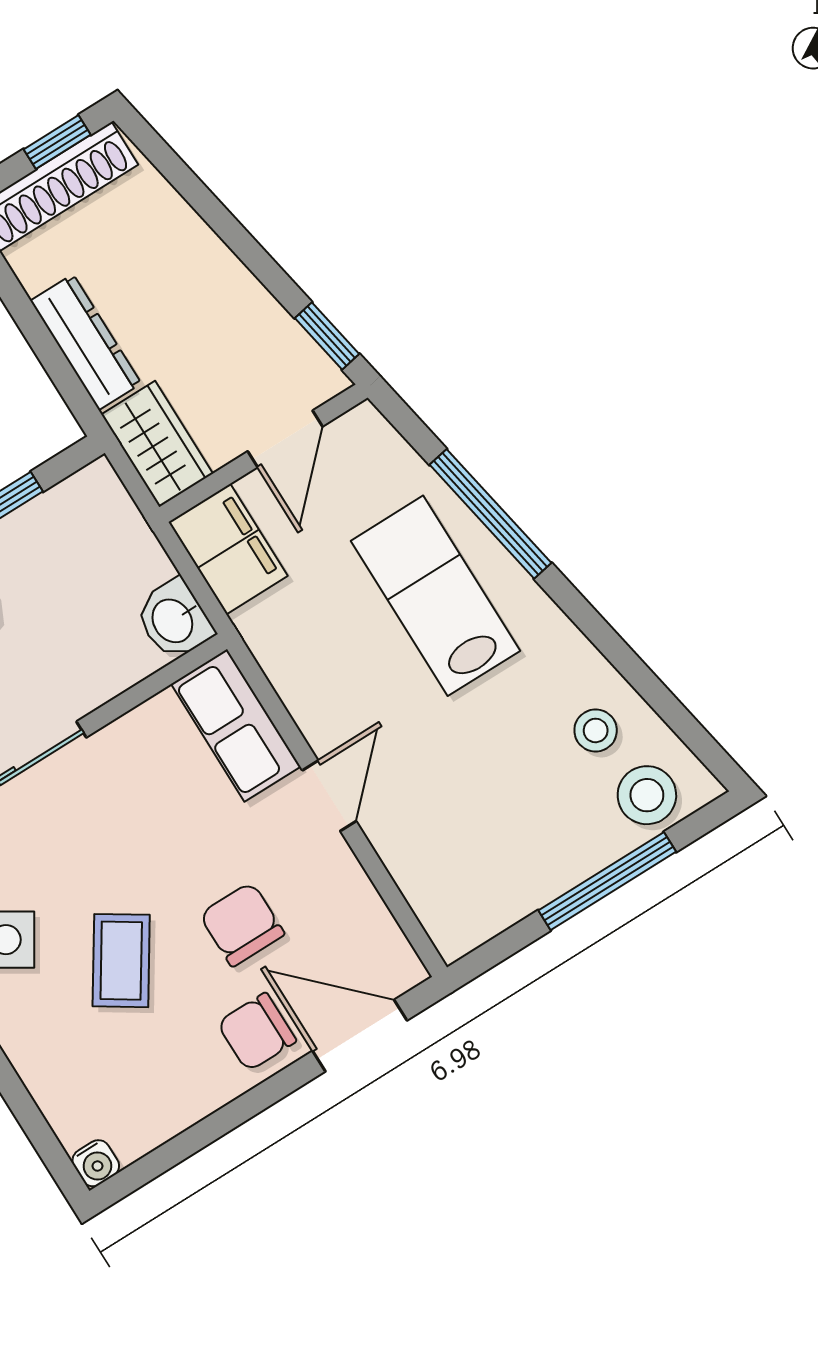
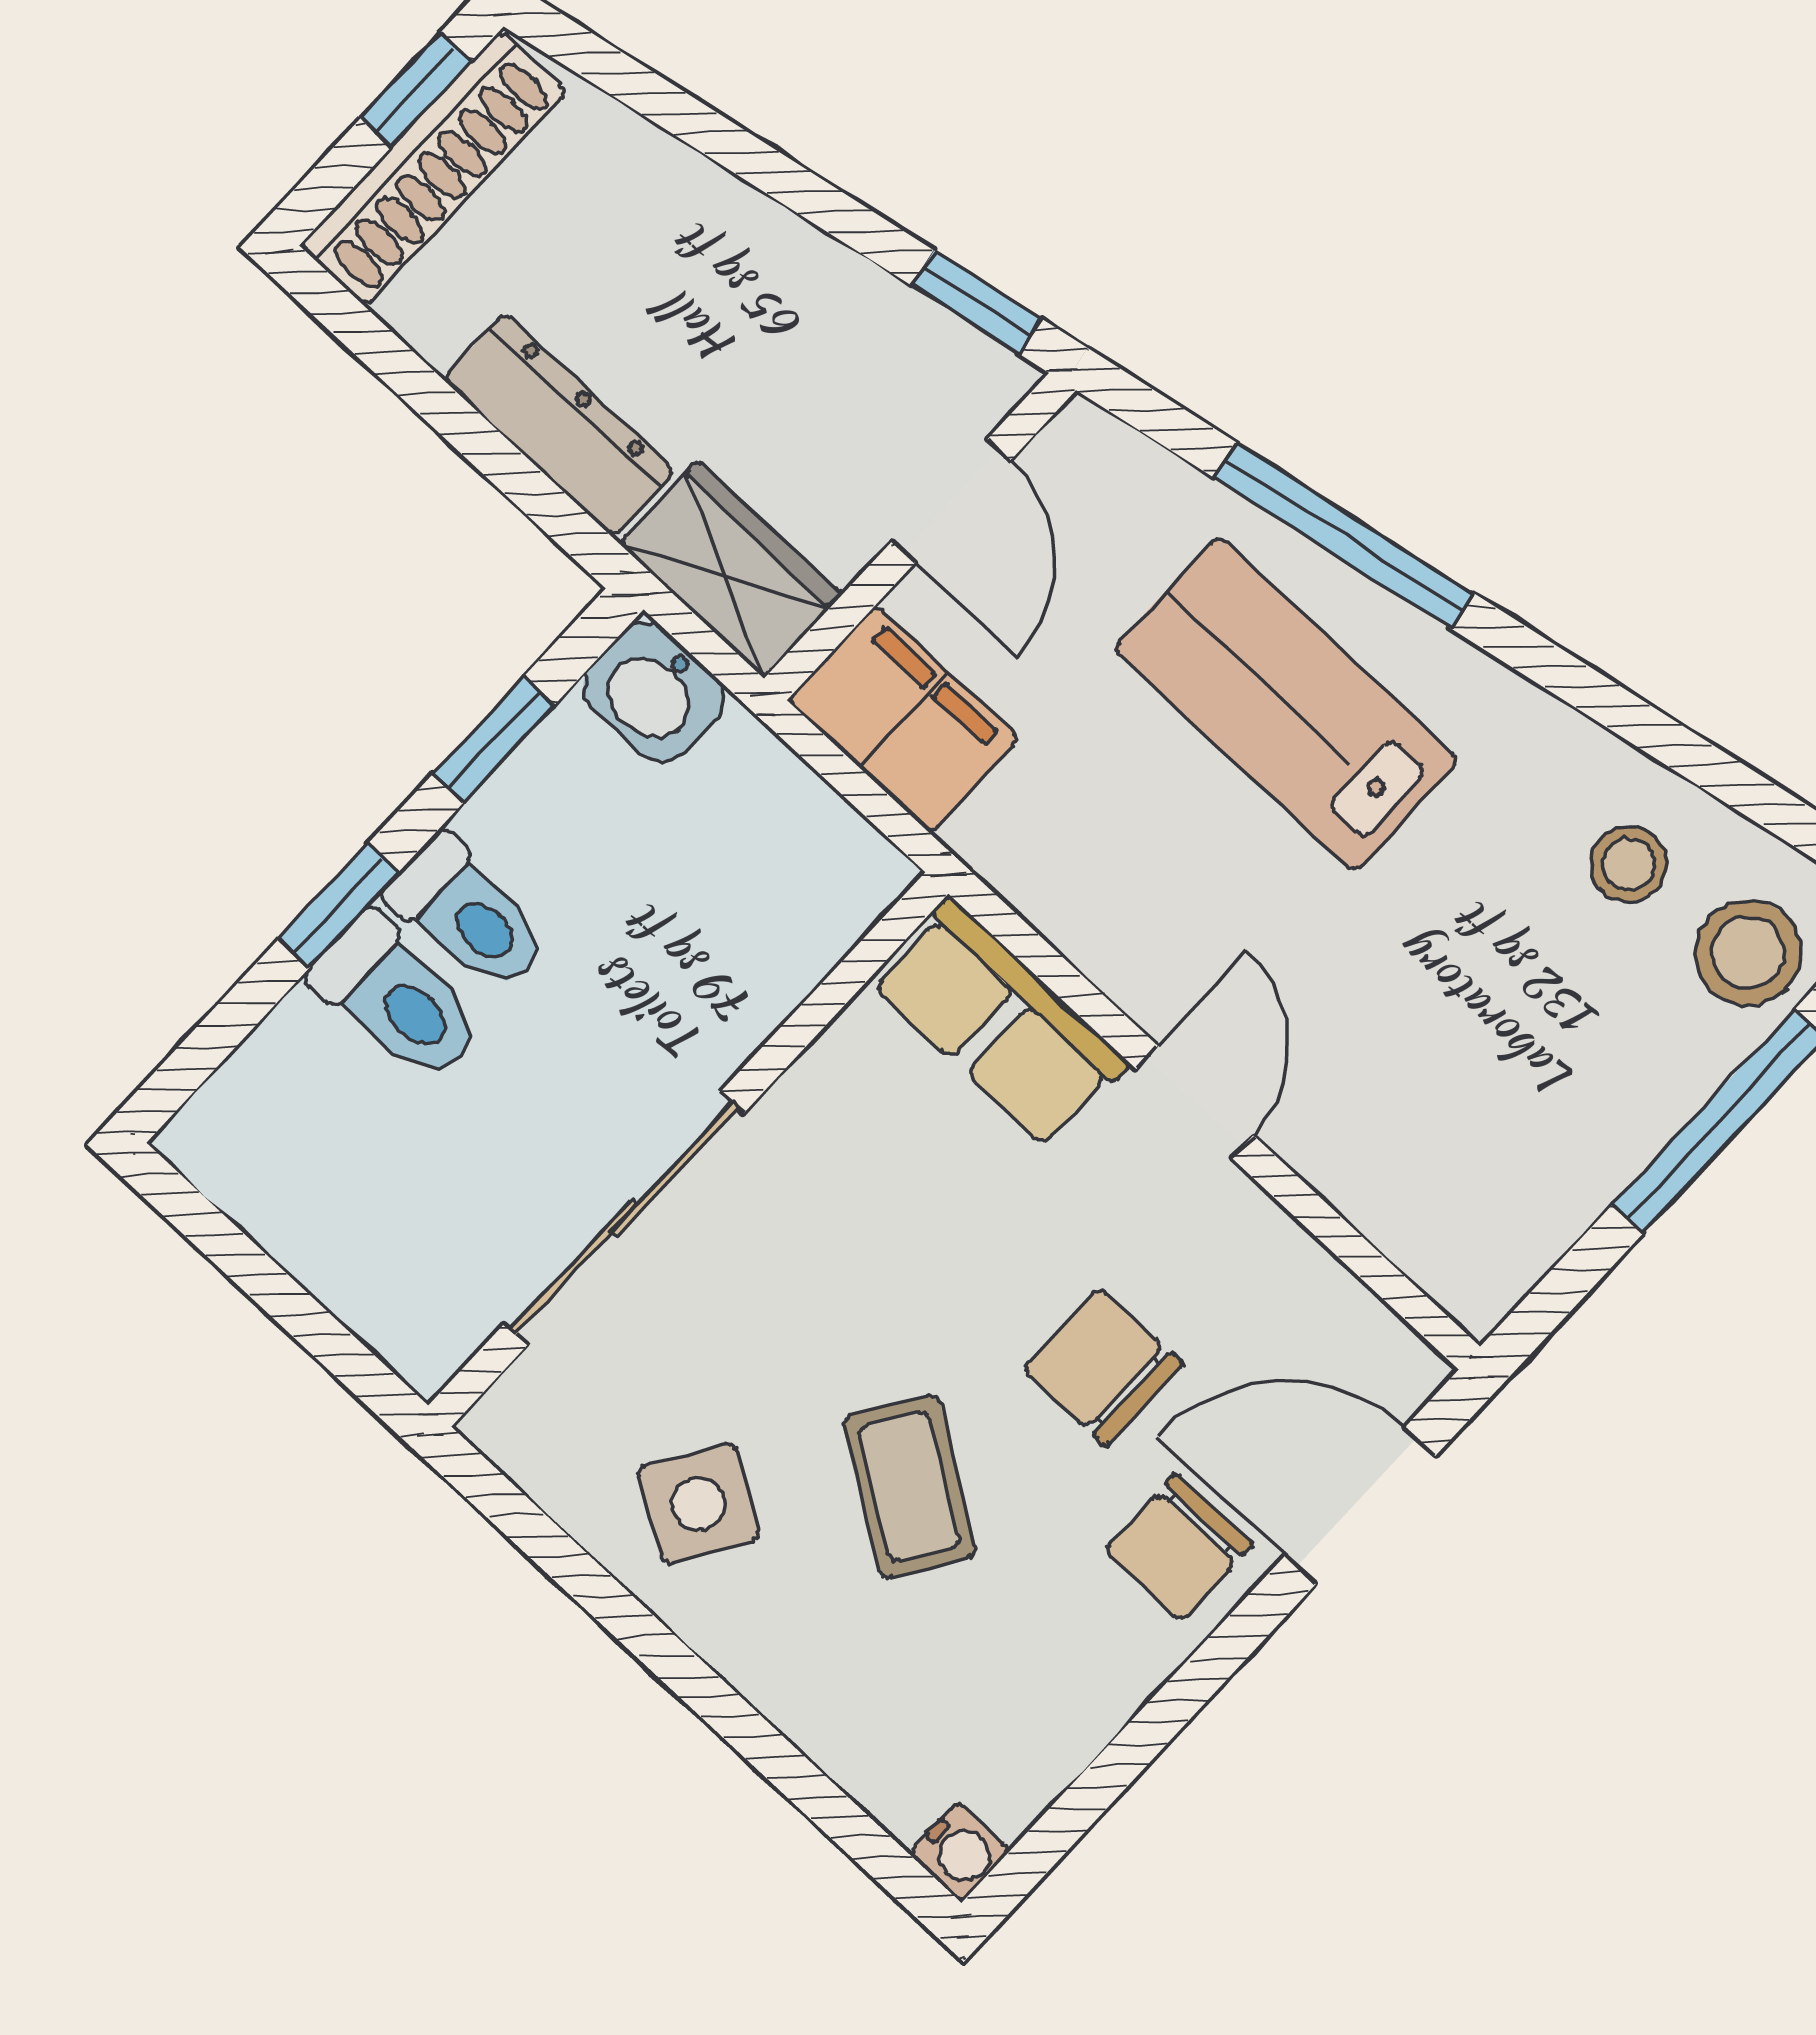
washbasin: (174, 620) -> (653, 692), moved

